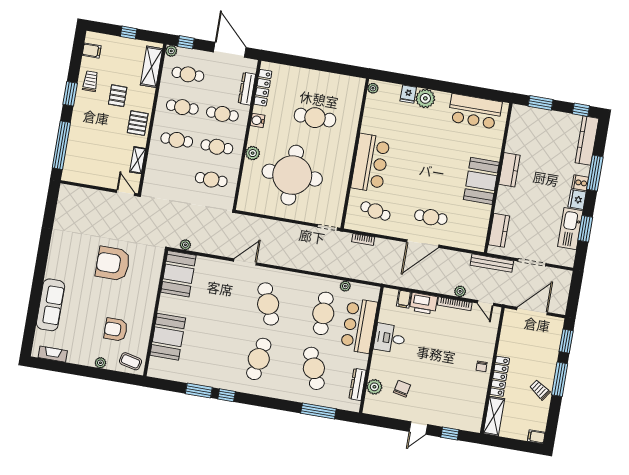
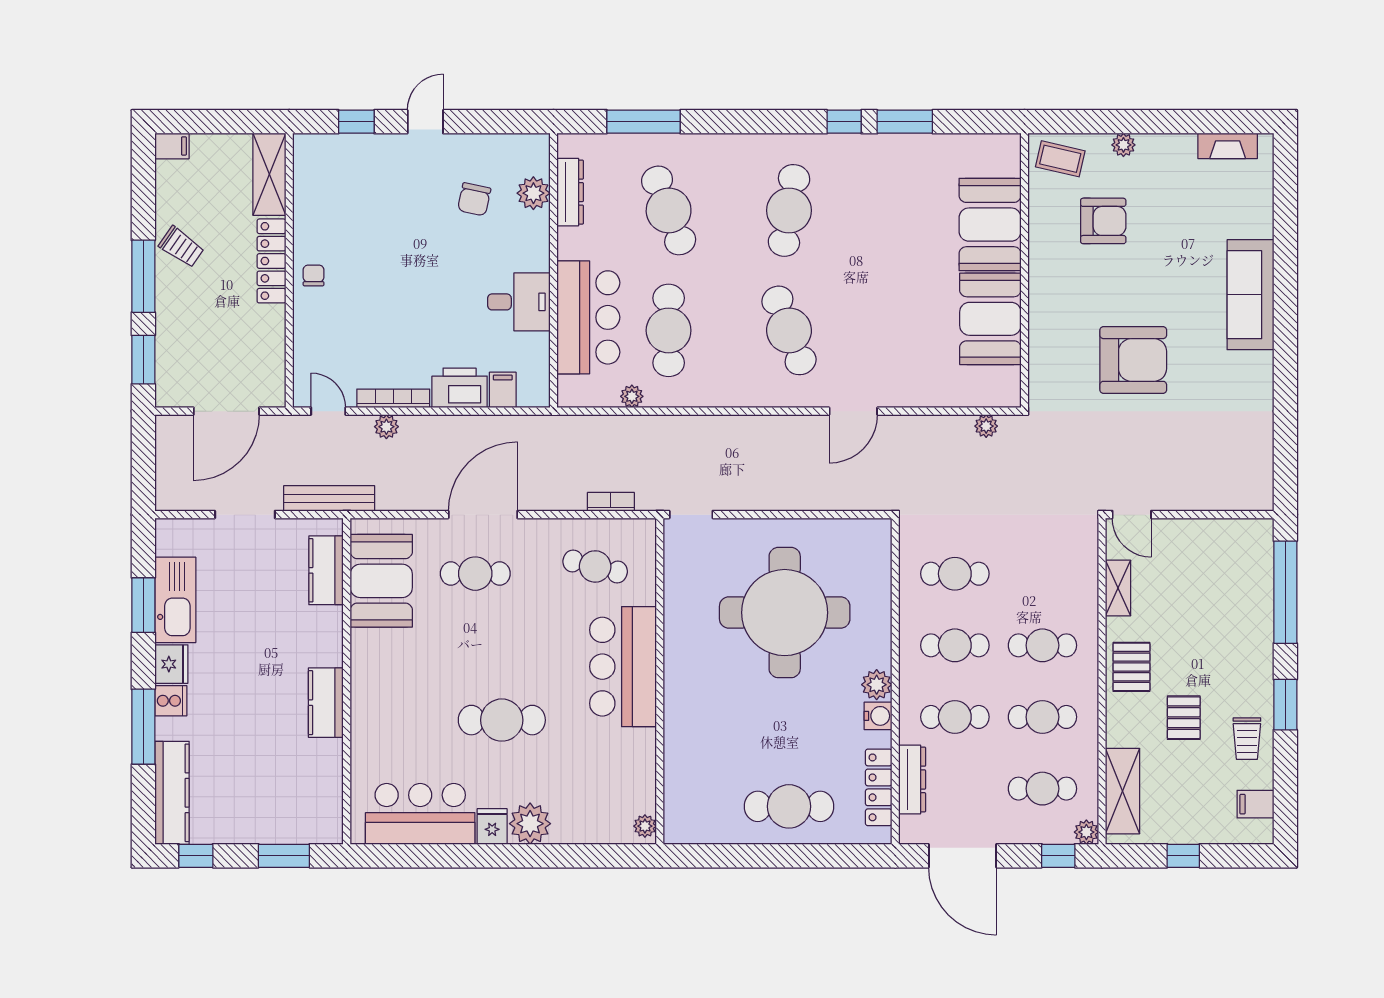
fridge: (408, 94) -> (492, 827), moved
cafe table: (315, 118) -> (789, 806), moved
cafe table: (430, 148) -> (502, 720), added
plant: (253, 153) -> (877, 685), moved
booth: (481, 181) -> (381, 581), moved
booth: (178, 274) -> (990, 319), moved
sofa: (51, 305) -> (1250, 295), moved

